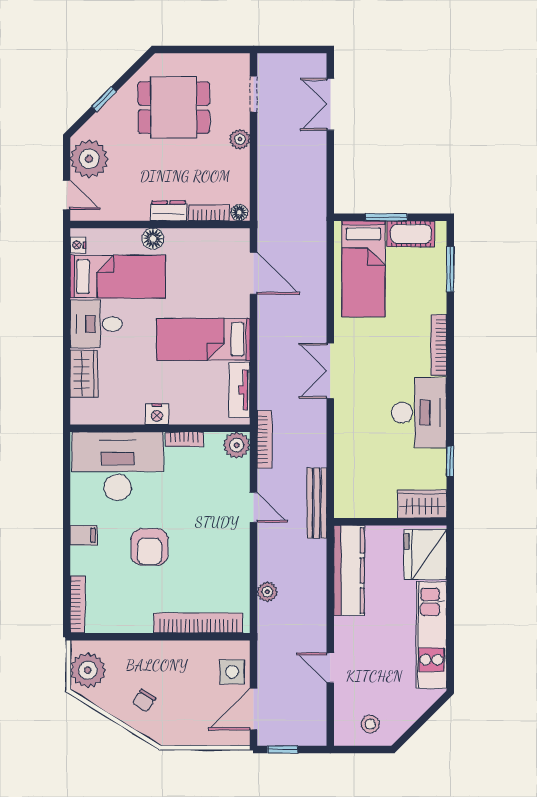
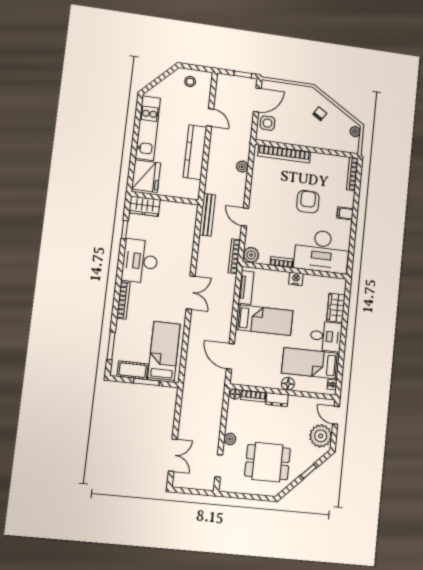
kitchen counter: (349, 570) -> (195, 152), moved
plant: (88, 670) -> (355, 132), width x0.53, depth x0.53

